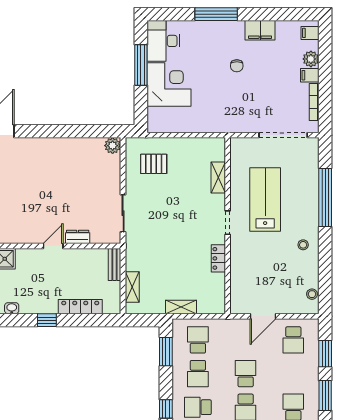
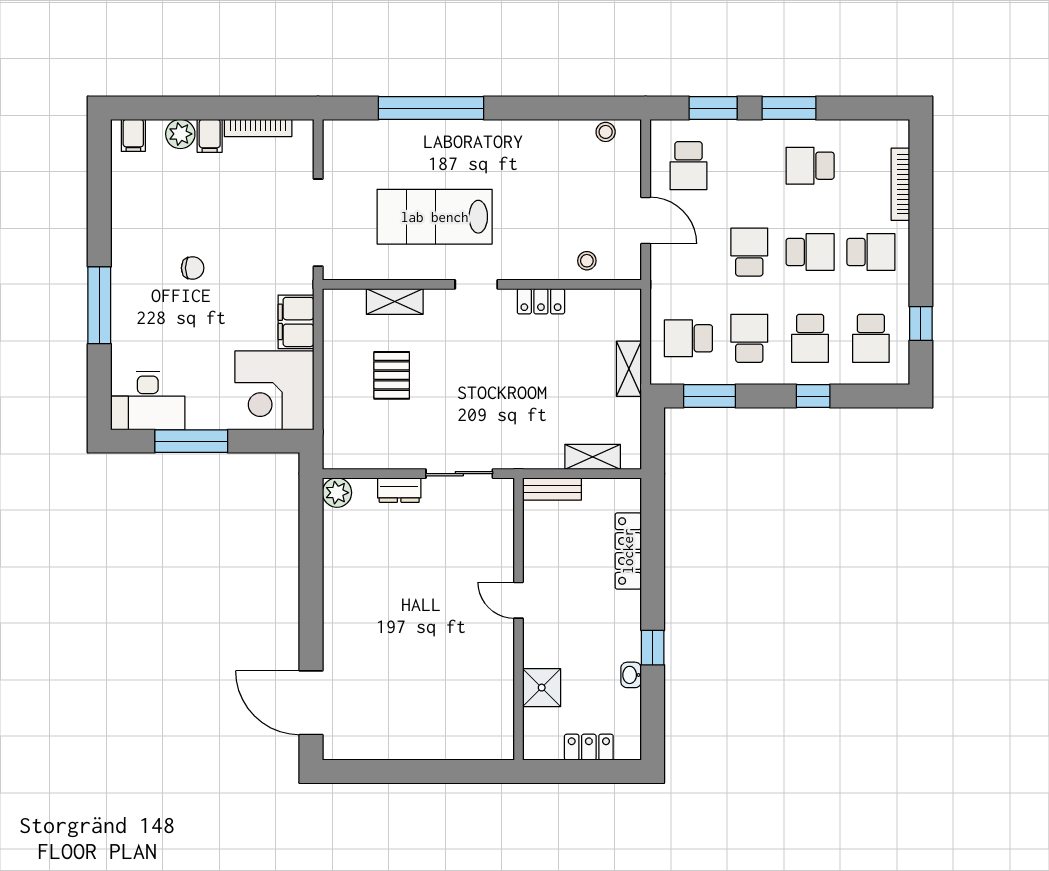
filing cabinet: (260, 30) -> (296, 322), moved, turned 180
corner desk: (169, 85) -> (274, 390), moved, turned -90
doorway: (283, 135) -> (318, 223), moved
pallet: (154, 164) -> (392, 375), moved
dresser: (78, 237) -> (399, 490), moved, turned -90
stool: (303, 245) -> (587, 261), moved
window: (47, 320) -> (653, 648), moved
school desk: (293, 340) -> (688, 166), turned 90
school desk: (198, 374) -> (749, 338), turned -90
school desk: (246, 374) -> (749, 252), turned 90

